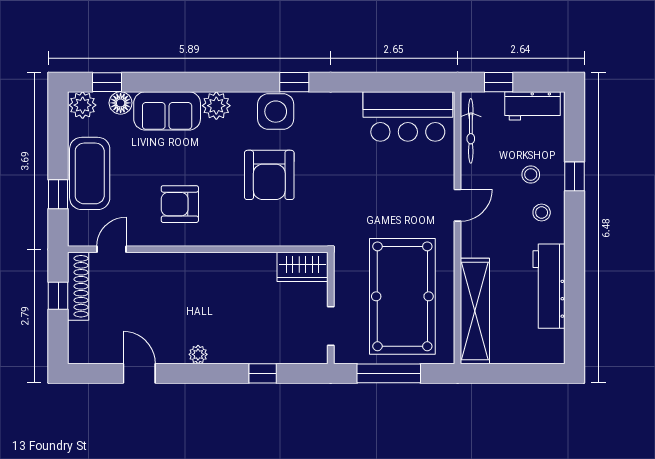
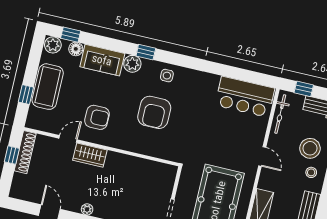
window: (294, 82) -> (146, 52), moved
side table: (276, 112) -> (167, 76), width x0.54, depth x0.54
stool: (531, 174) -> (310, 148), width x1.89, depth x1.89
armchair: (180, 204) -> (97, 117), turned 180
door: (458, 205) -> (262, 156), hinge flipped
door: (111, 249) -> (68, 139), moved
wardrobe: (302, 267) -> (90, 155), moved

